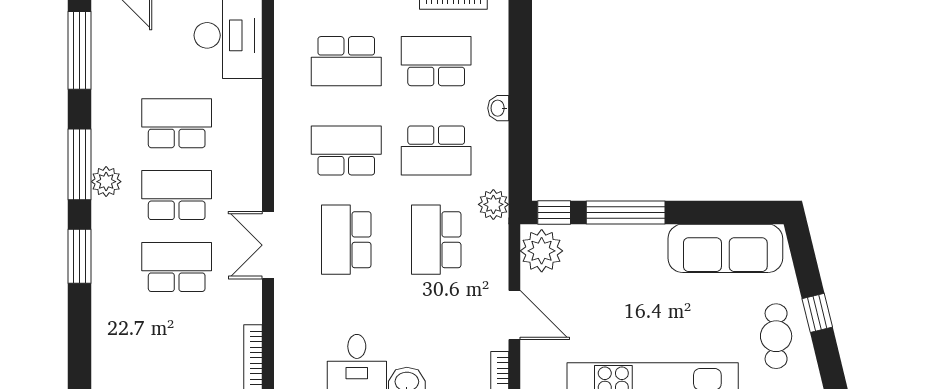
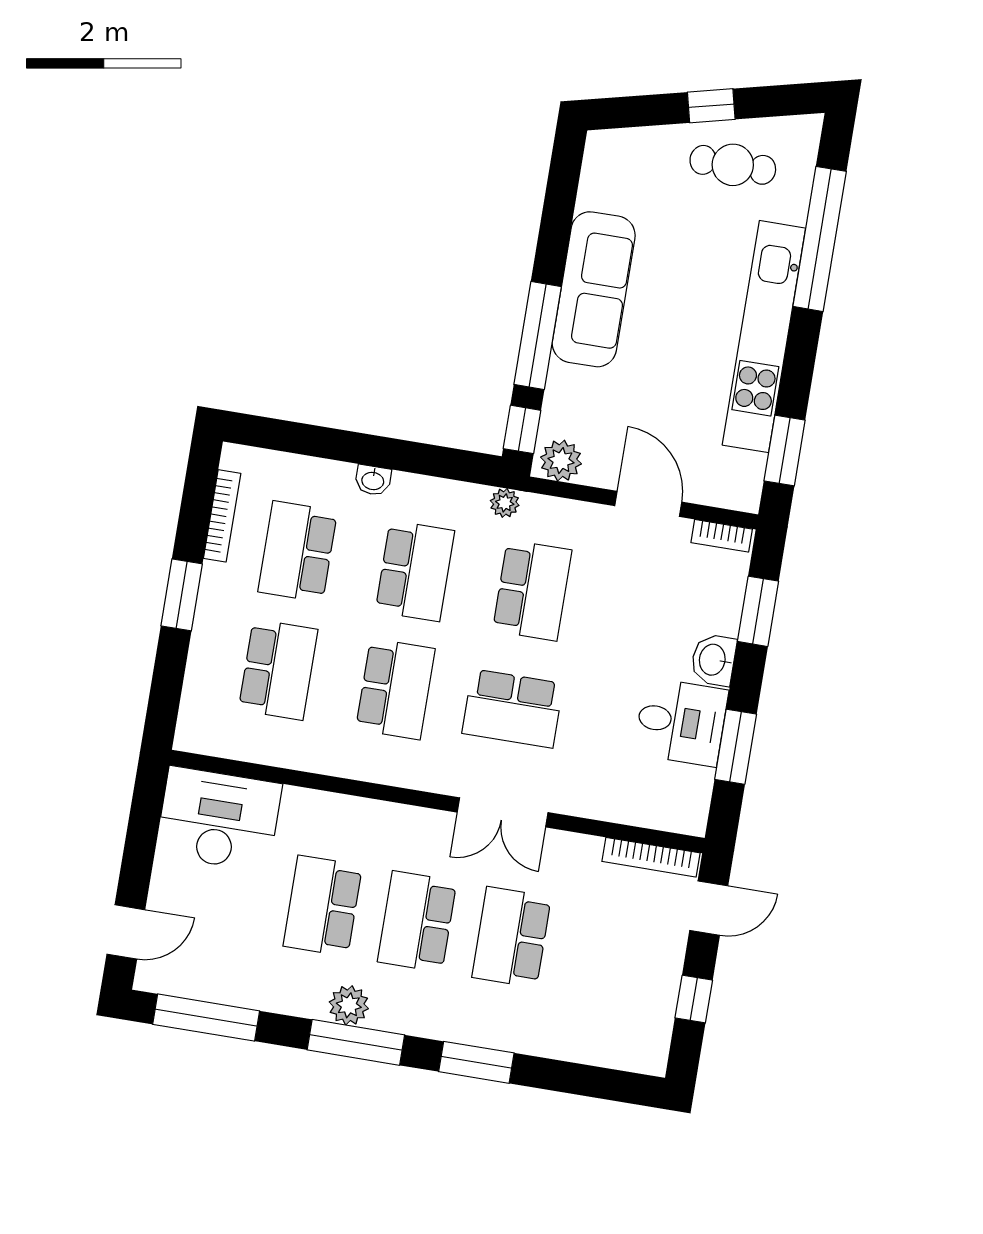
school desk: (346, 150) -> (395, 689), turned 180
plant: (106, 182) -> (349, 1005), moved
plant: (493, 204) -> (505, 503), width x0.73, depth x0.73
school desk: (436, 240) -> (532, 590), turned -90
sofa: (725, 248) -> (594, 289), moved
plant: (542, 251) -> (561, 461), width x0.73, depth x0.73
door: (514, 315) -> (648, 504), hinge flipped

